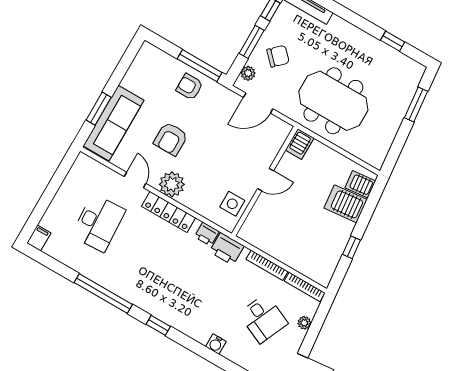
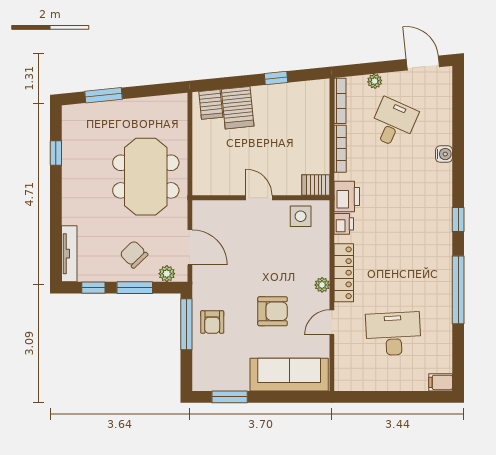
window: (99, 109) -> (230, 397), moved
server rack: (300, 144) -> (316, 185), moved, turned 180
plant: (172, 184) -> (322, 285), width x0.53, depth x0.53

